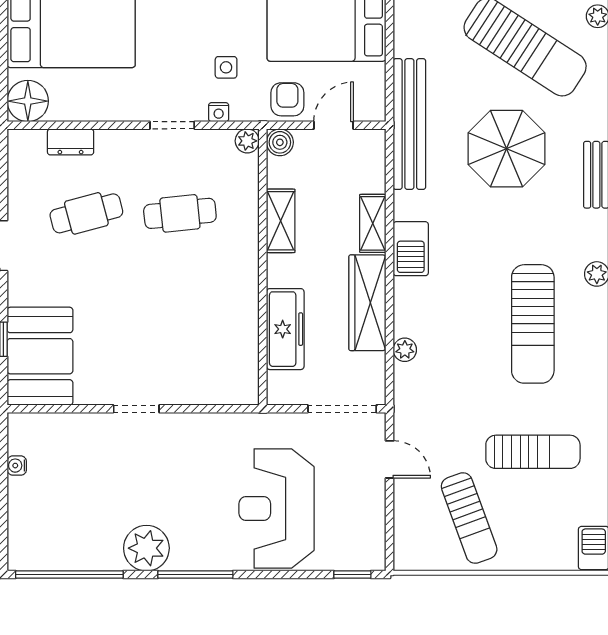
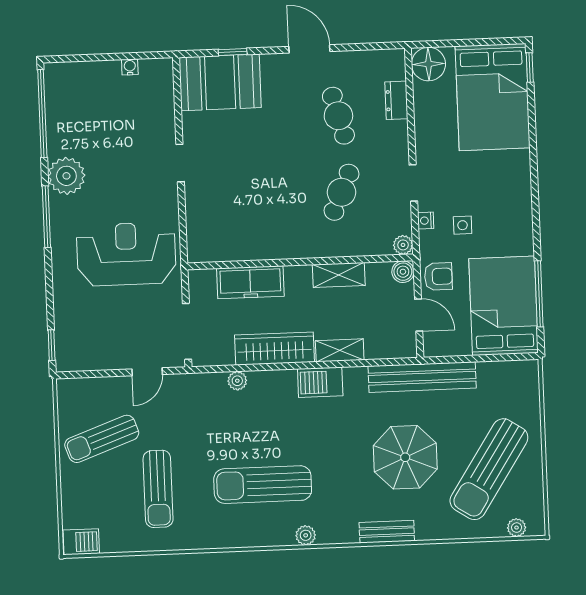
cafe table: (180, 213) -> (342, 192), turned 30
reception desk: (277, 508) -> (126, 254), moved

